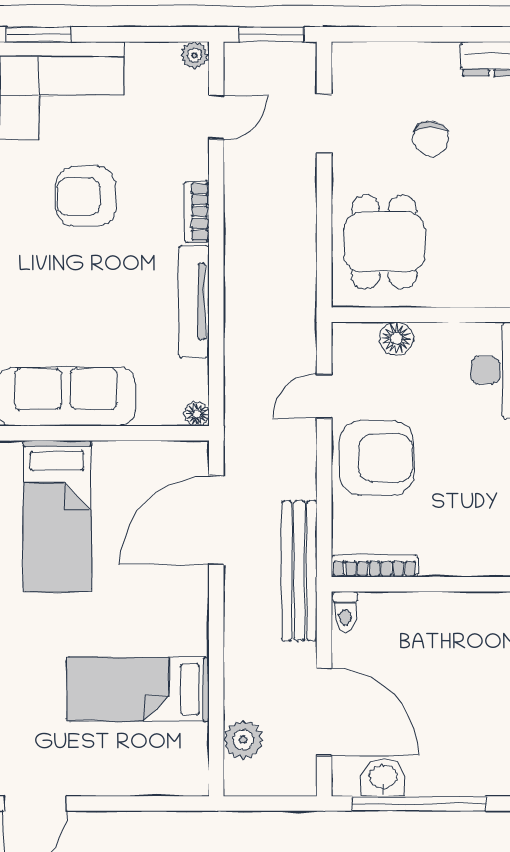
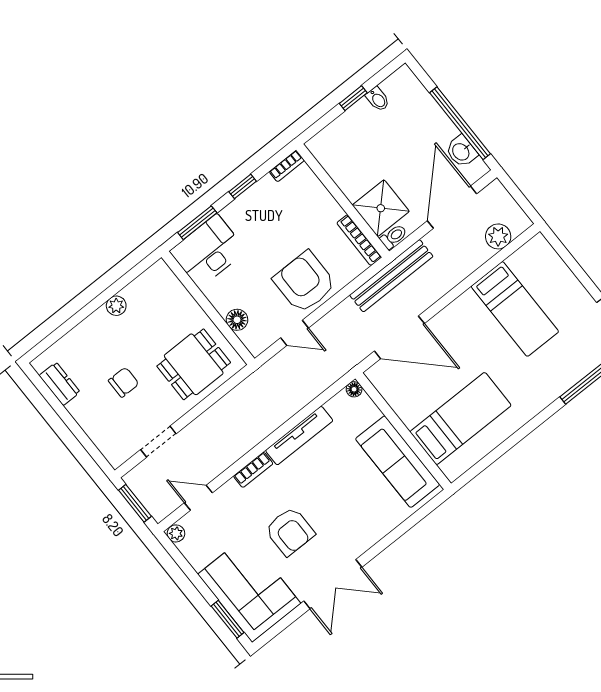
shower: (393, 624) -> (381, 208), added

